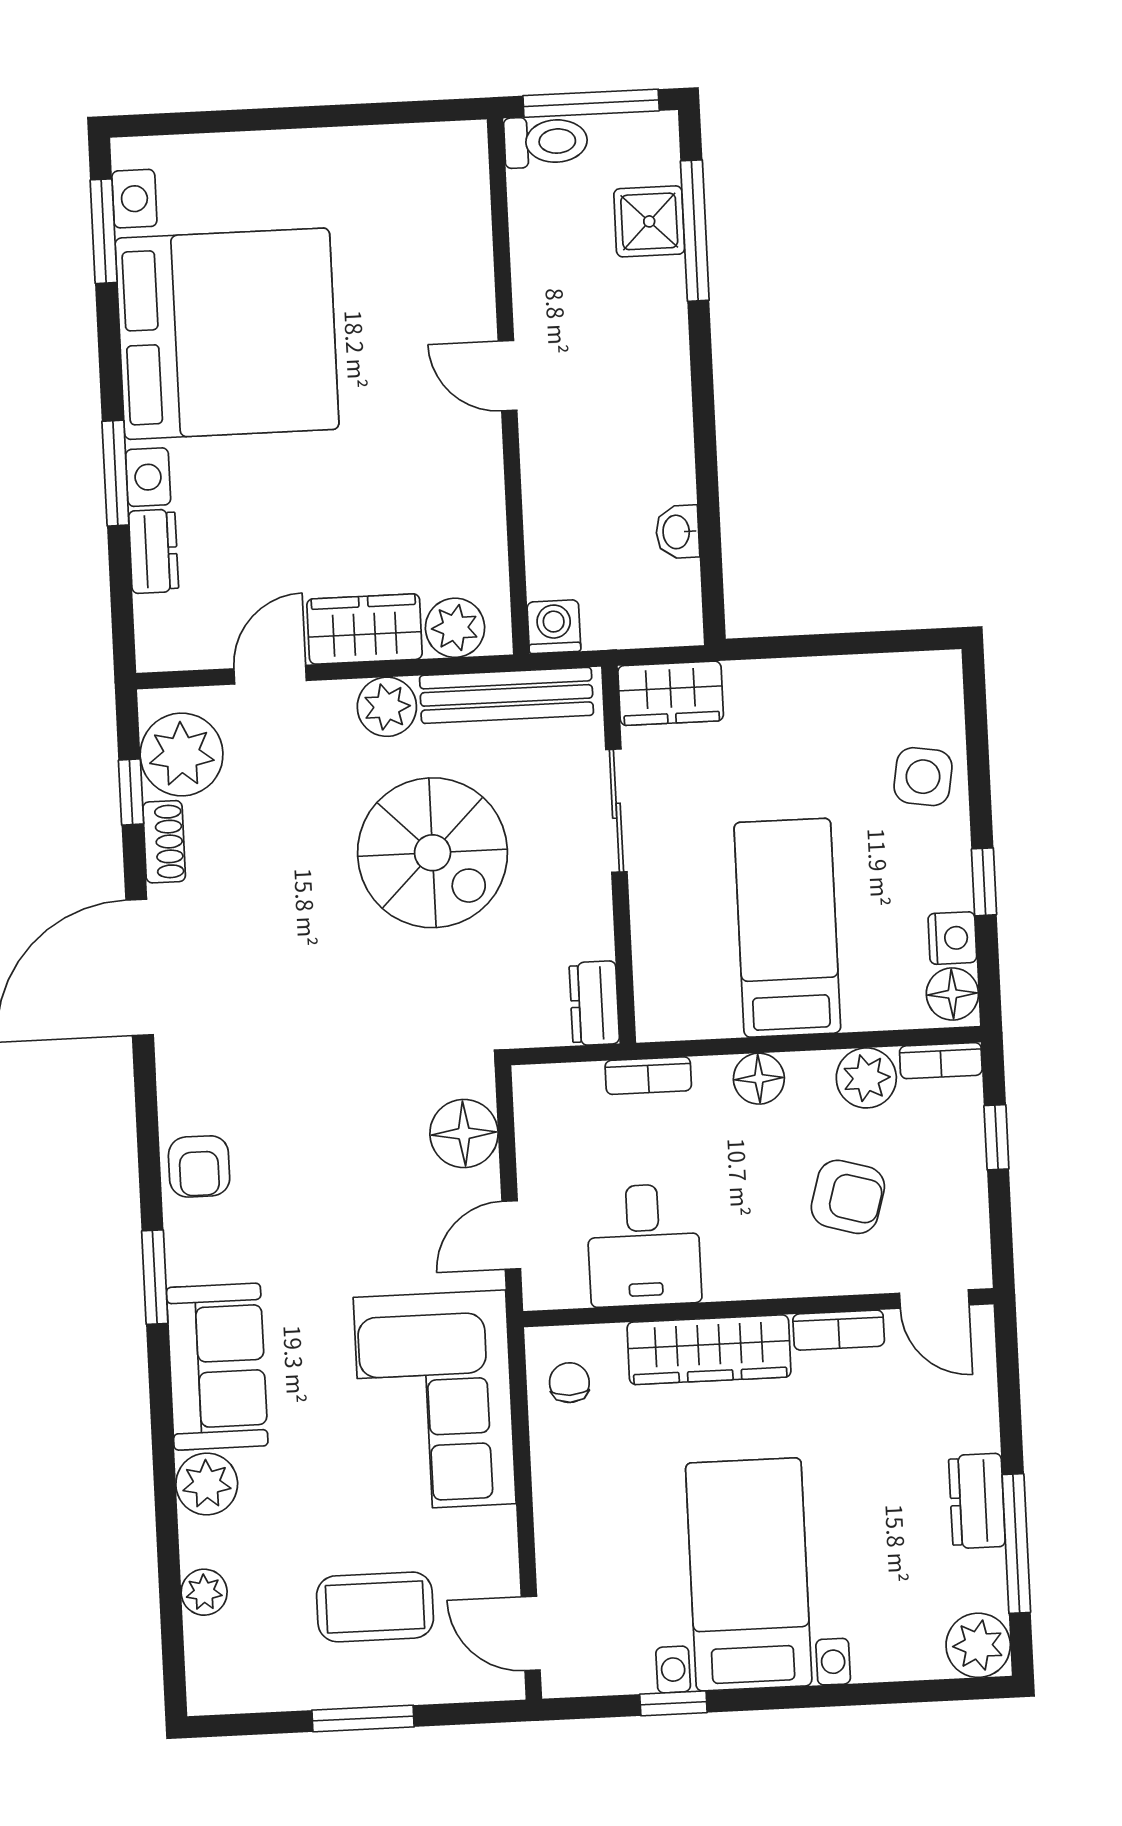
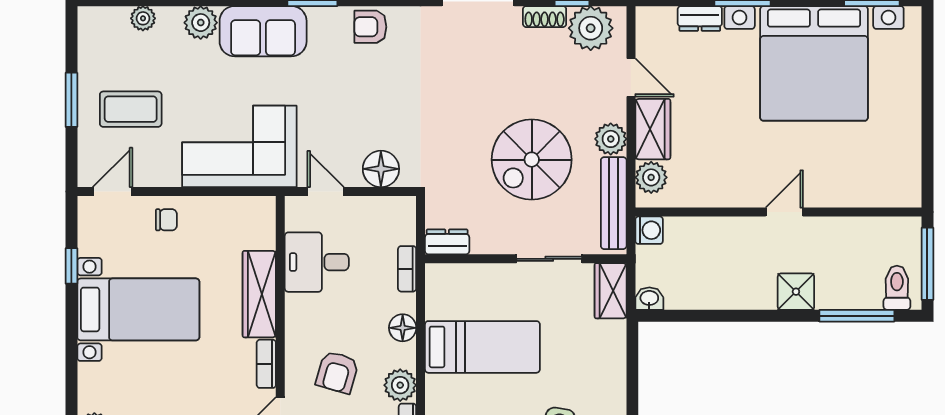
toilet: (546, 142) -> (897, 288), moved, turned 180
shower: (649, 221) -> (796, 292), moved
washbasin: (677, 532) -> (649, 299), moved
chair: (569, 1383) -> (166, 220), moved
coffee table: (375, 1607) -> (131, 109), turned 90

